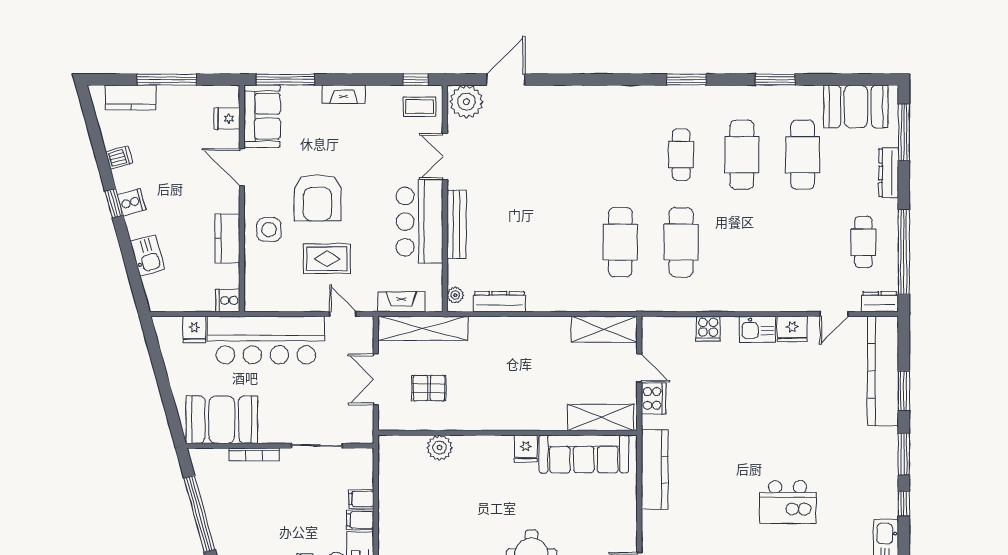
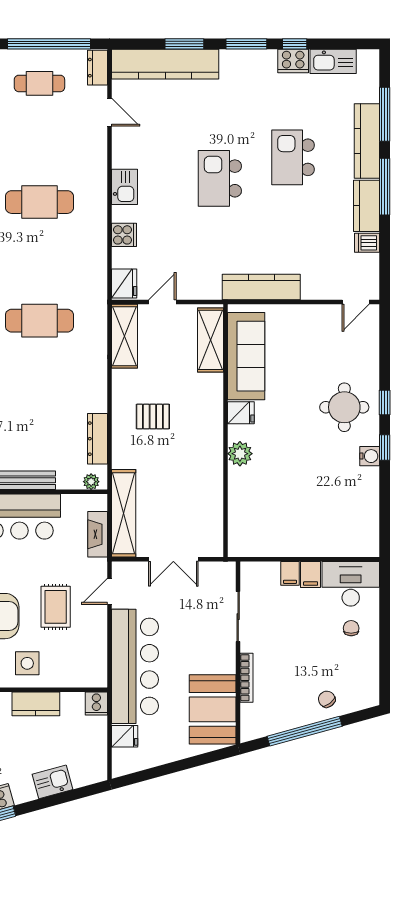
cafe table: (681, 242) -> (39, 202), moved
fridge: (792, 329) -> (124, 284), moved
pallet: (429, 388) -> (153, 417), moved, turned 90
cooker: (653, 398) -> (293, 61), moved, turned 180
kitchen island: (766, 427) -> (220, 178), added
plant: (440, 448) -> (240, 454), moved
kitchen island: (788, 502) -> (293, 157), turned 180
chair: (232, 537) -> (327, 699), added

